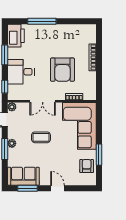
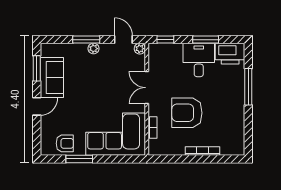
desk: (21, 72) -> (199, 60), moved
coffee table: (41, 137) -> (101, 86), removed
sofa: (23, 176) -> (52, 77), moved

